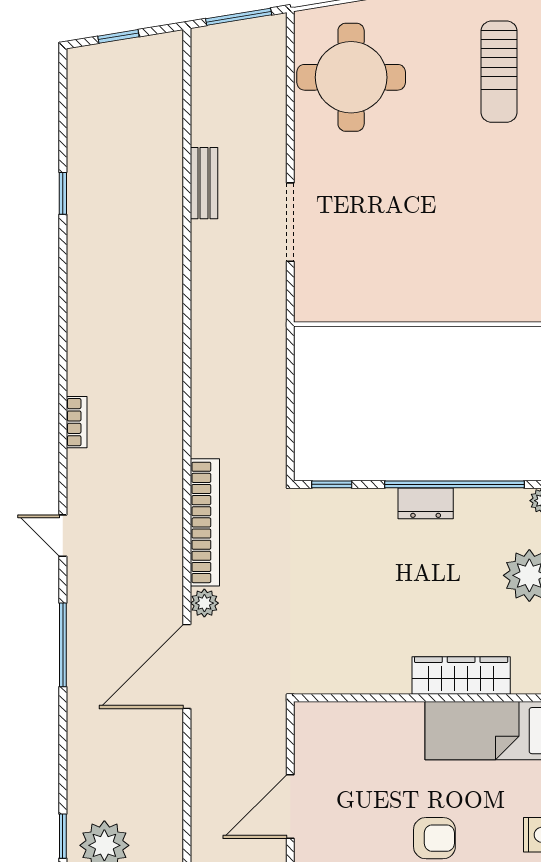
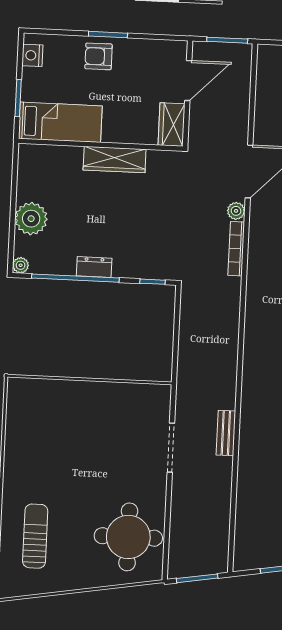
bench: (204, 183) -> (226, 433), moved
bookcase: (205, 522) -> (236, 249), width x0.68, depth x0.76
wardrobe: (461, 675) -> (115, 160), moved
wardrobe: (313, 735) -> (171, 125), added

